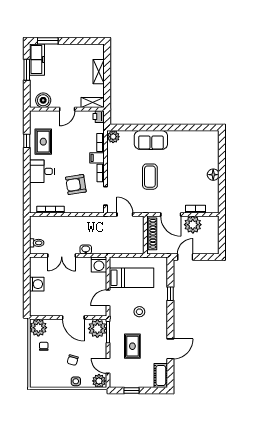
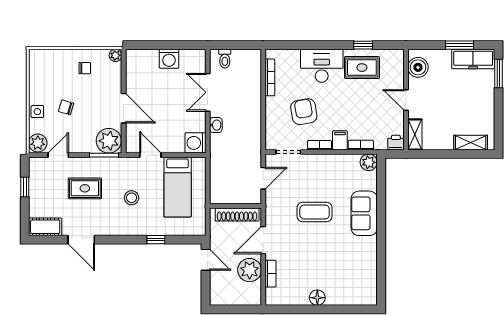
shelving: (99, 72) -> (471, 143), moved
desk: (42, 171) -> (322, 66), width x1.37
door: (73, 318) -> (124, 108), swing flipped
plant: (38, 328) -> (115, 55), width x0.53, depth x0.53

